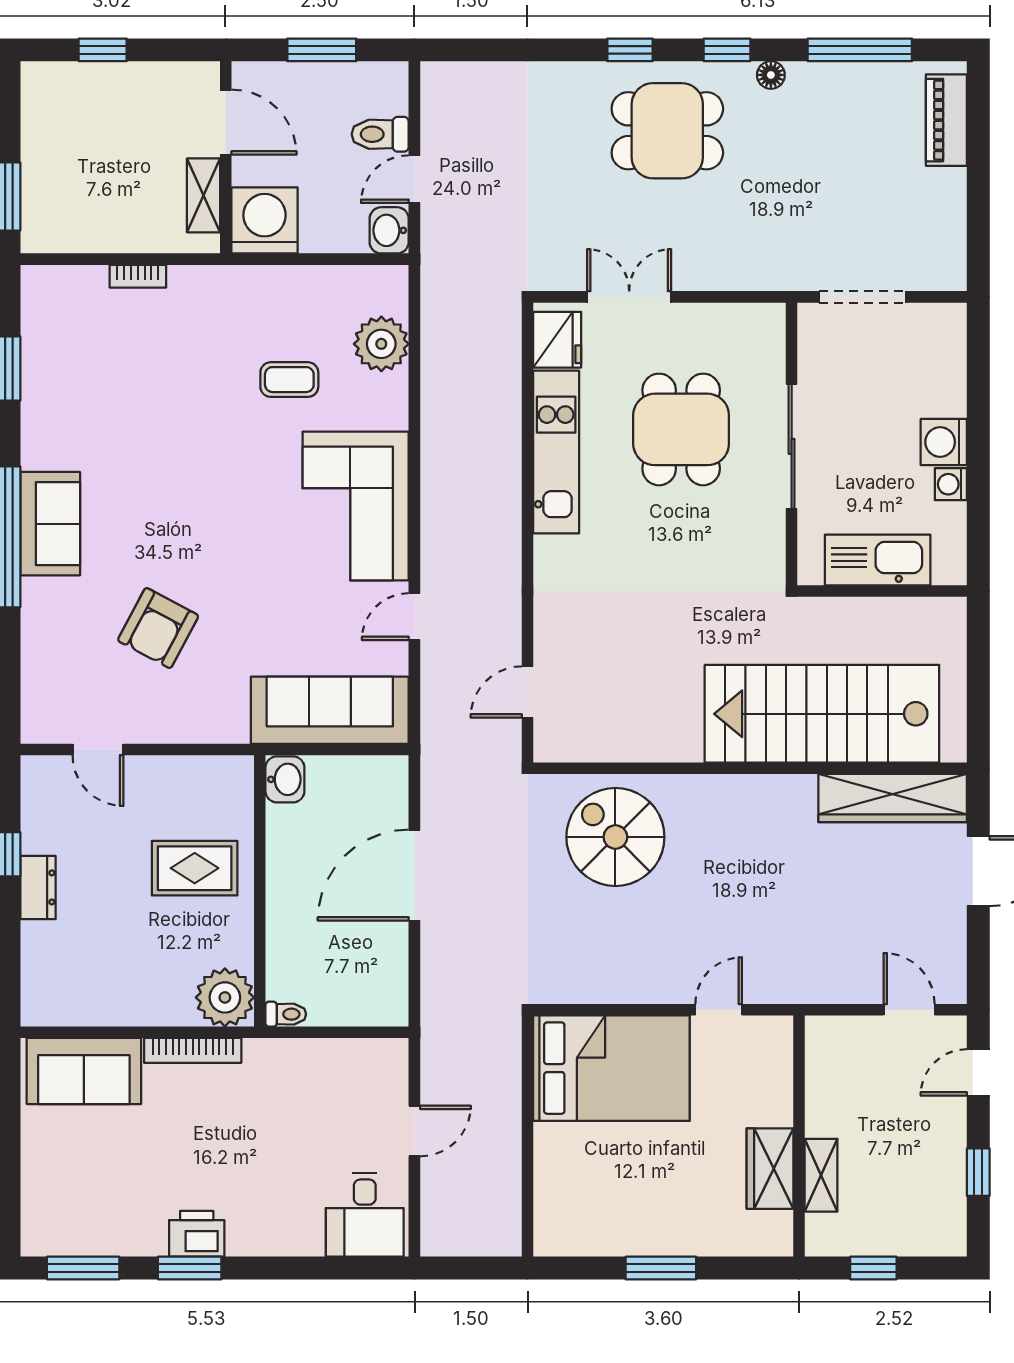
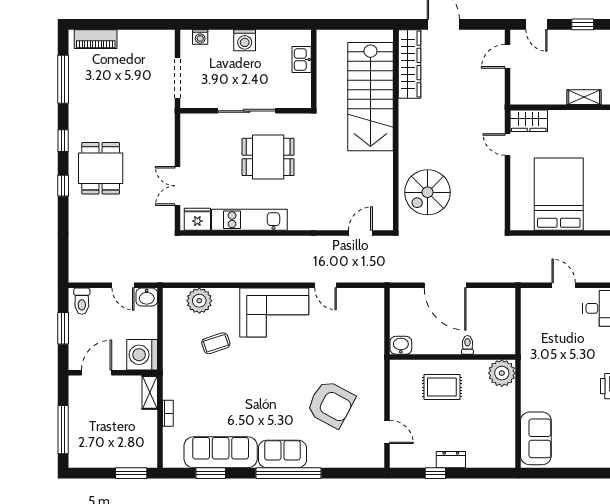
window: (103, 50) -> (63, 430), width x2.17
floor lamp: (771, 75) -> (75, 120), removed
toilet: (380, 134) -> (82, 301), moved
shelving: (204, 195) -> (150, 392), moved, turned 90
coffee table: (289, 380) -> (216, 343), turned 72
dining table: (681, 429) -> (268, 157), moved
washing machine: (951, 484) -> (200, 37), moved
kitchen sink: (878, 560) -> (302, 59), width x0.53, depth x0.81
armchair: (158, 628) -> (331, 404), width x1.36, depth x1.36
door: (528, 692) -> (360, 233), swing flipped
sofa: (330, 710) -> (221, 452), moved, turned 90
door: (98, 749) -> (387, 432), hinge flipped
rug: (195, 868) -> (442, 387), turned 90
toilet: (286, 1014) -> (467, 345), moved
bookcase: (193, 1050) -> (526, 388), removed
bed: (611, 1068) -> (559, 194), moved
wardrobe: (770, 1169) -> (529, 121), moved

